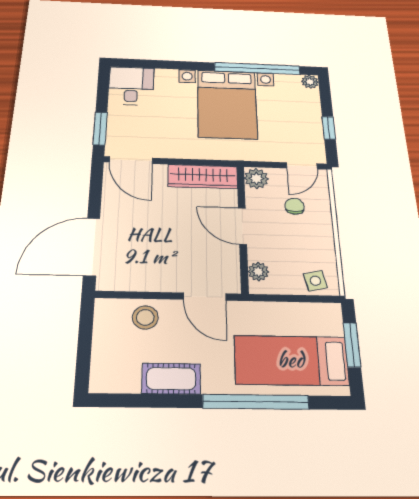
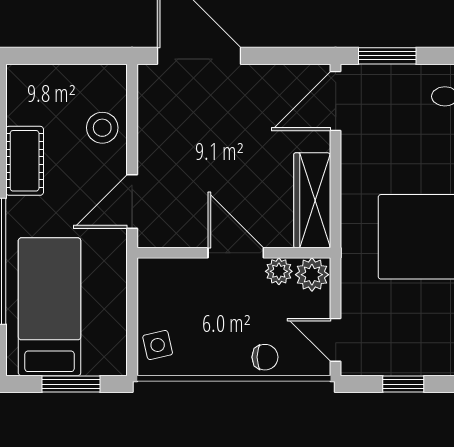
chair: (295, 206) -> (265, 357), moved
door: (242, 226) -> (236, 253), hinge flipped
plant: (258, 272) -> (279, 271), moved

